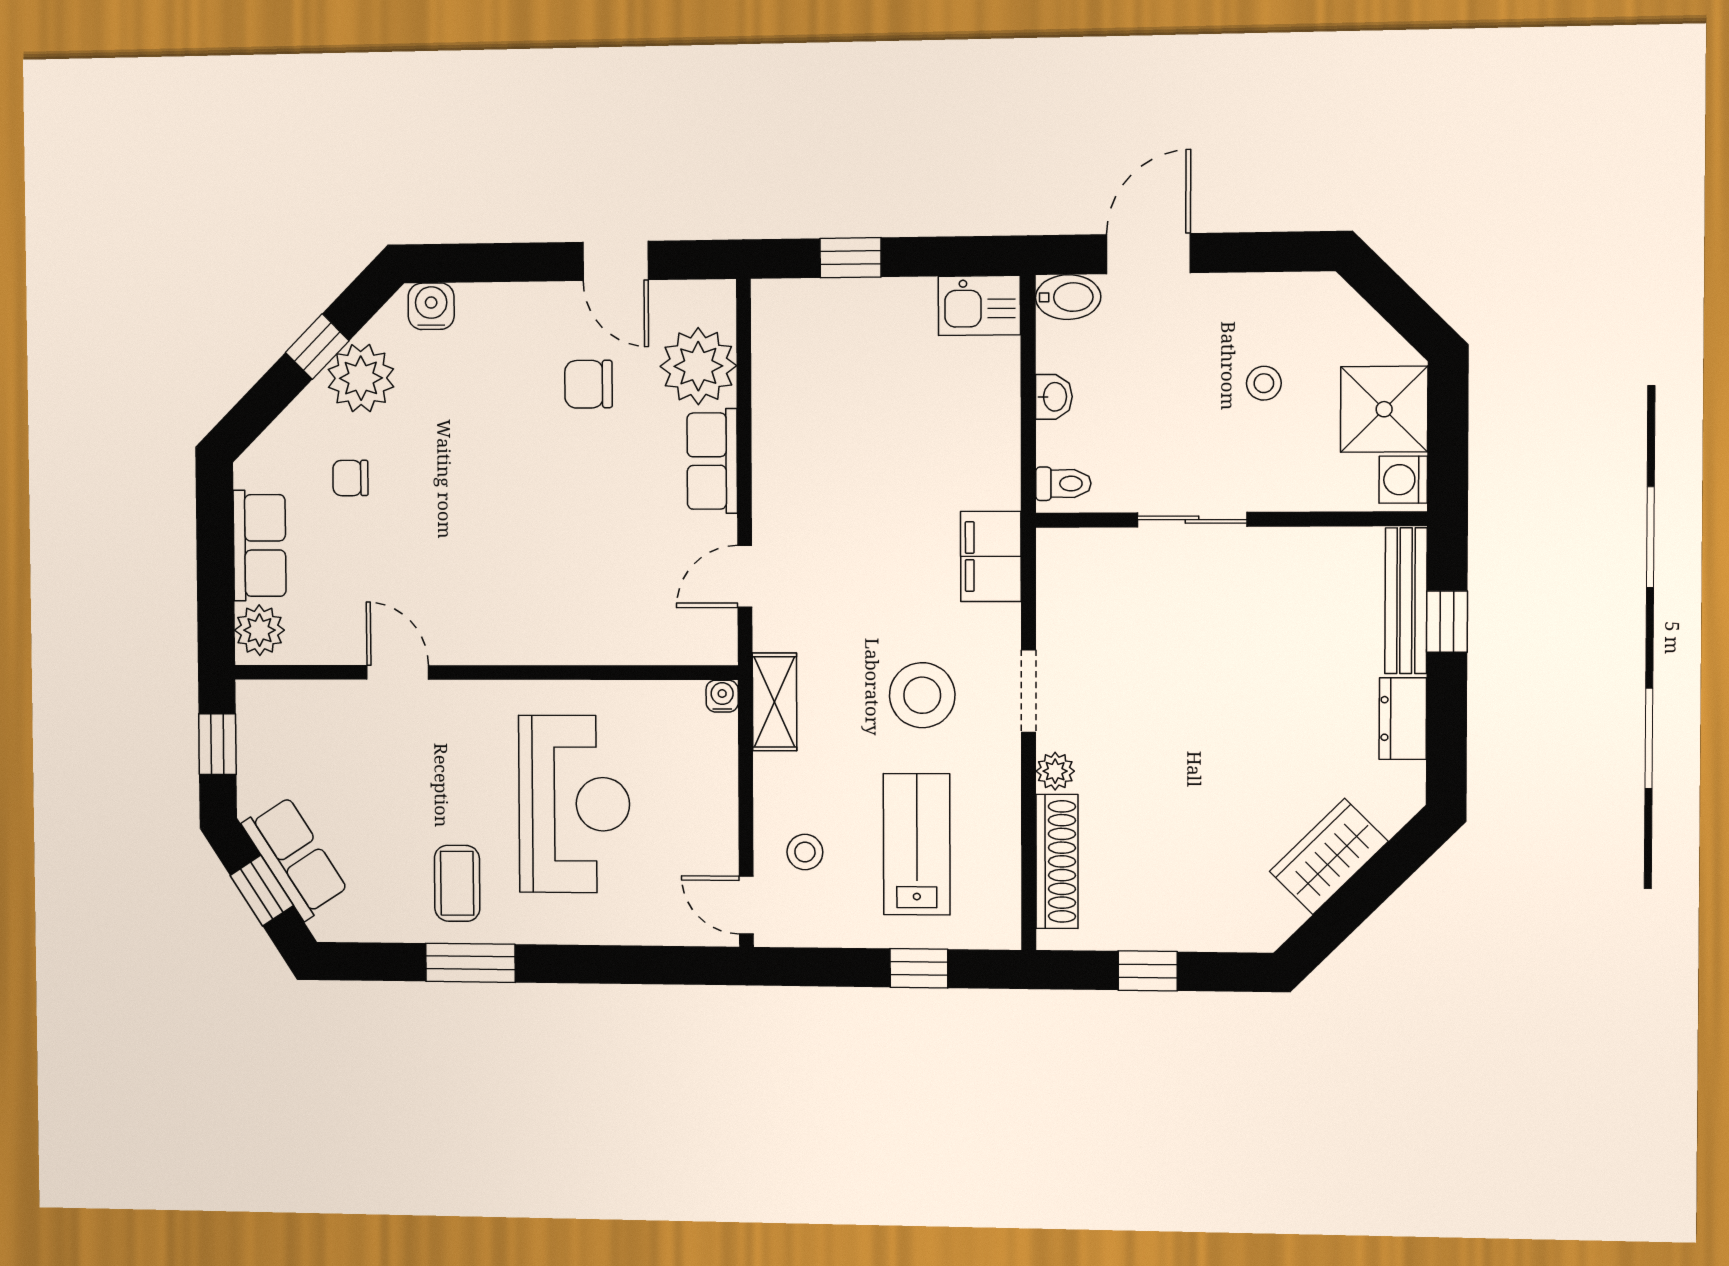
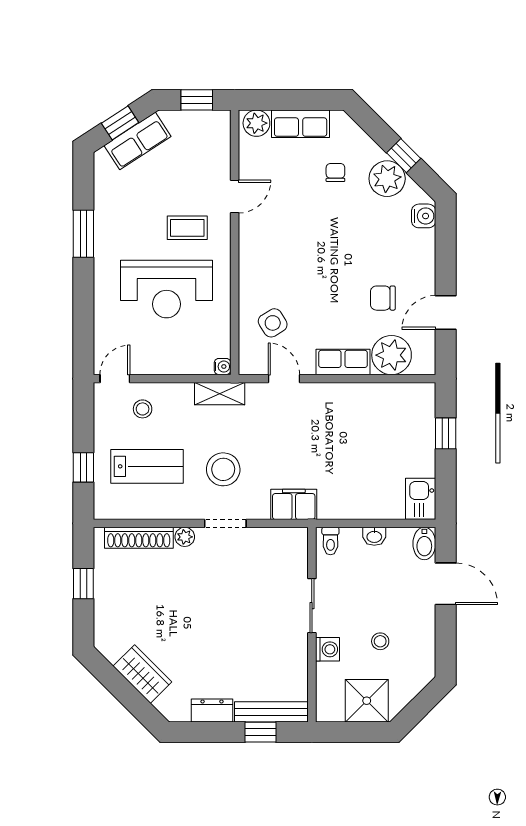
chair: (588, 384) -> (383, 298), turned -90
washing machine: (1403, 480) -> (328, 649), moved, turned 90
side table: (638, 599) -> (273, 323), added
coffee table: (457, 883) -> (187, 228), moved

